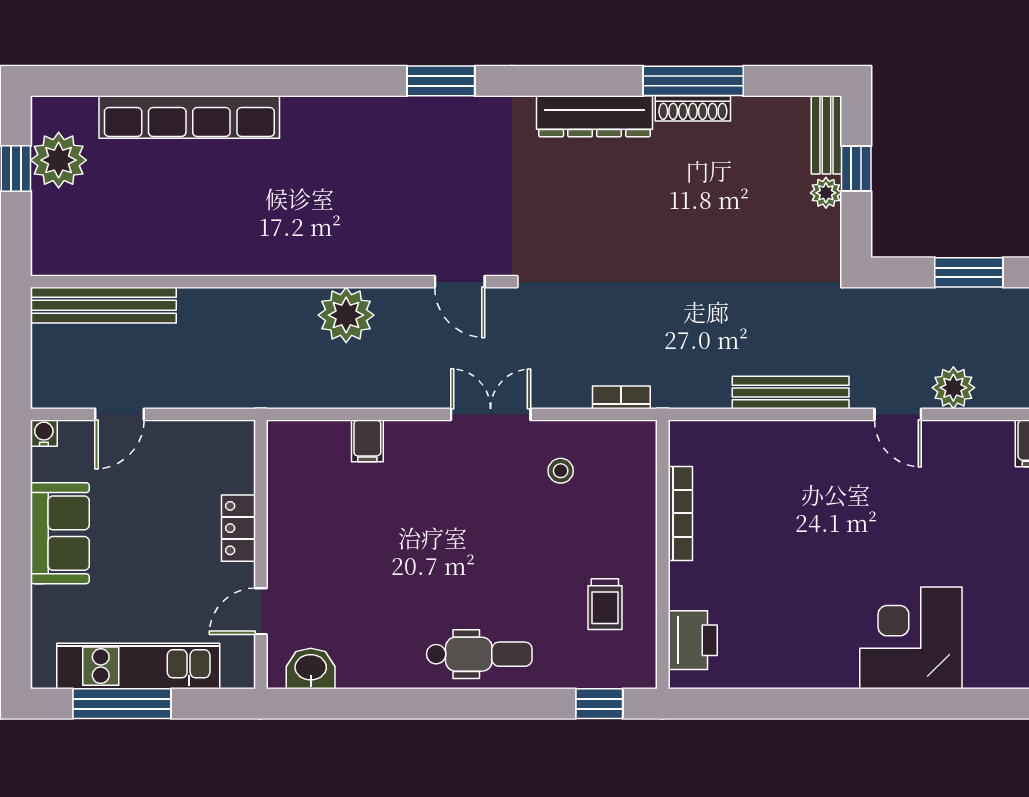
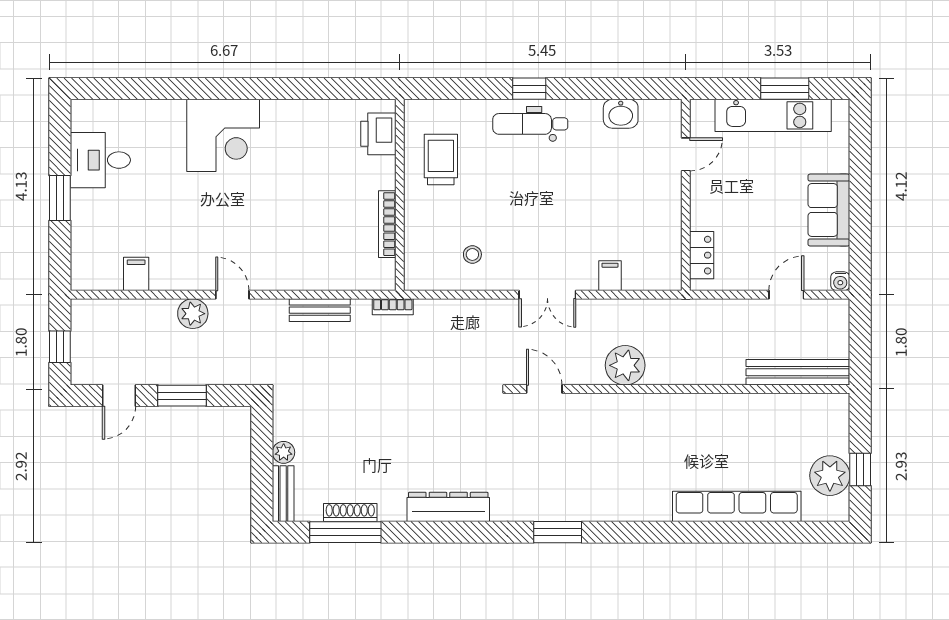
window: (693, 81) -> (345, 532), moved
shoe rack: (693, 108) -> (350, 512), moved
window: (856, 169) -> (262, 470), removed
bench: (791, 393) -> (320, 310), width x0.73
bookcase: (621, 397) -> (393, 307), moved
double door: (491, 414) -> (547, 295), moved
locker: (239, 528) -> (702, 255), moved
trolley: (605, 604) -> (441, 160), width x1.36, depth x1.39
washbasin: (311, 669) -> (621, 114), moved
window: (122, 704) -> (785, 89), width x0.69
window: (599, 704) -> (529, 89), moved

